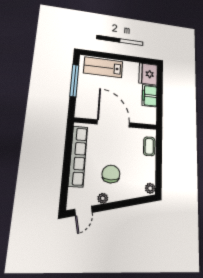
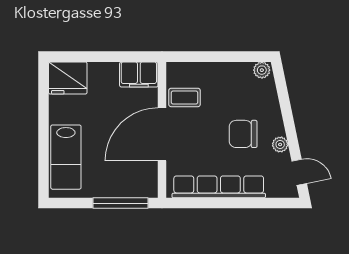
window: (74, 81) -> (121, 203), moved
filing cabinet: (150, 96) -> (139, 74), moved
coffee table: (149, 146) -> (184, 97), moved

